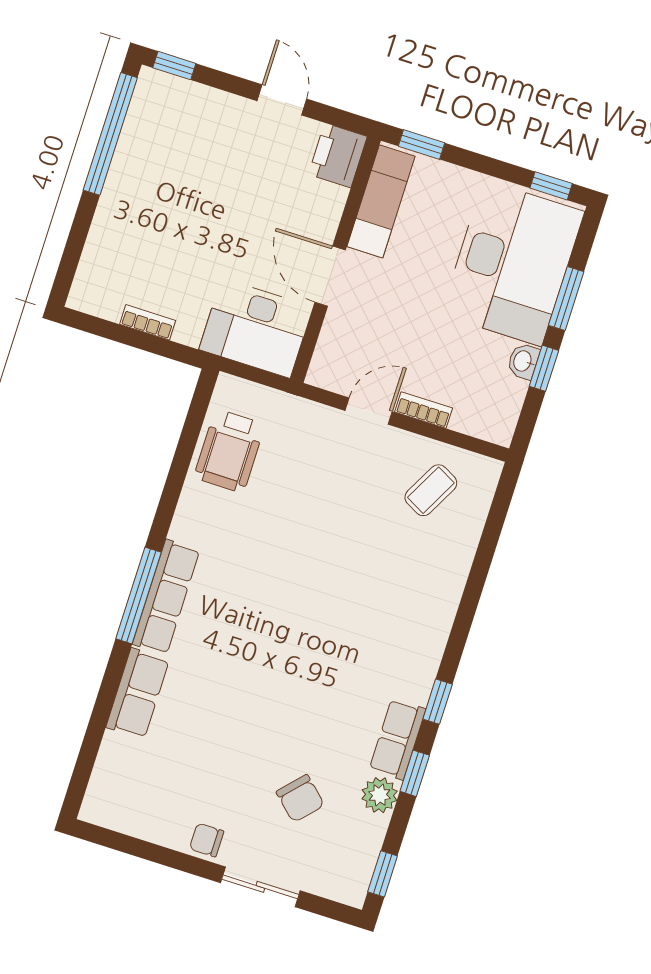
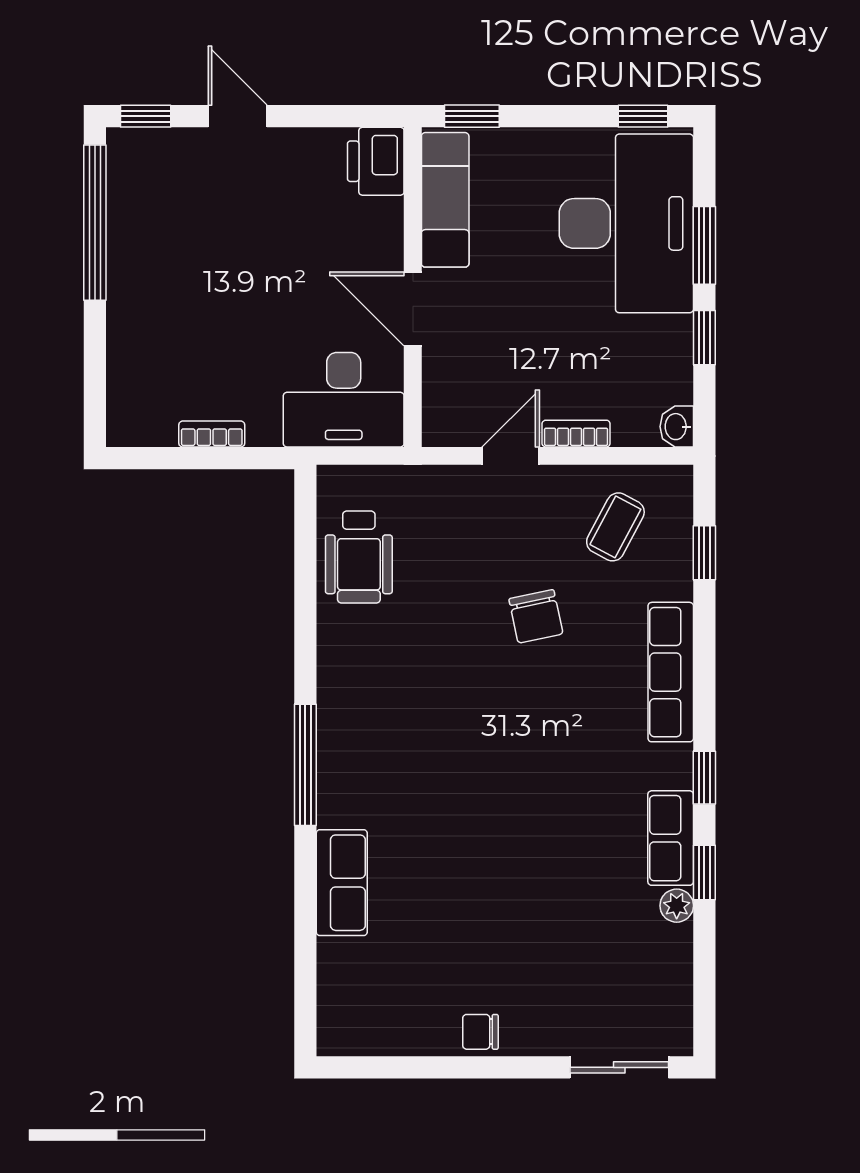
door: (282, 100) -> (238, 116), moved
washbasin: (523, 361) -> (677, 427), moved
row of seats: (166, 597) -> (671, 672), moved, turned 180
plant: (380, 795) -> (677, 906), width x0.73, depth x0.73
chair: (300, 798) -> (536, 616), moved, turned 35
window: (383, 874) -> (704, 553), moved
sliding door: (260, 887) -> (619, 1067), moved

